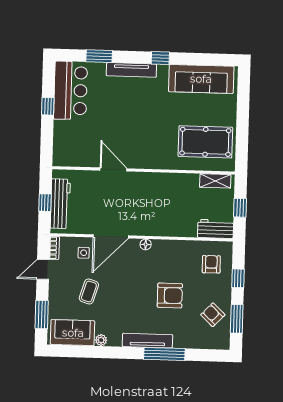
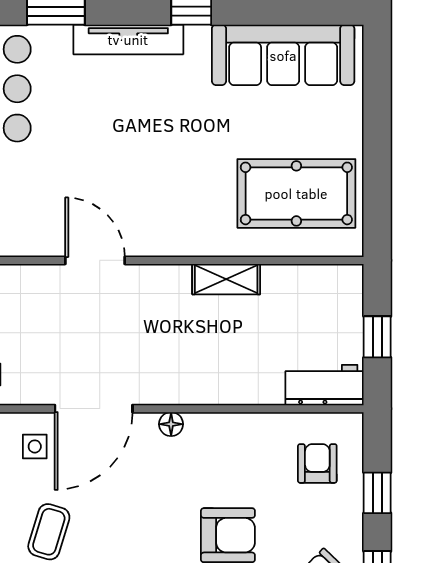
shelving: (215, 181) -> (226, 279), moved

